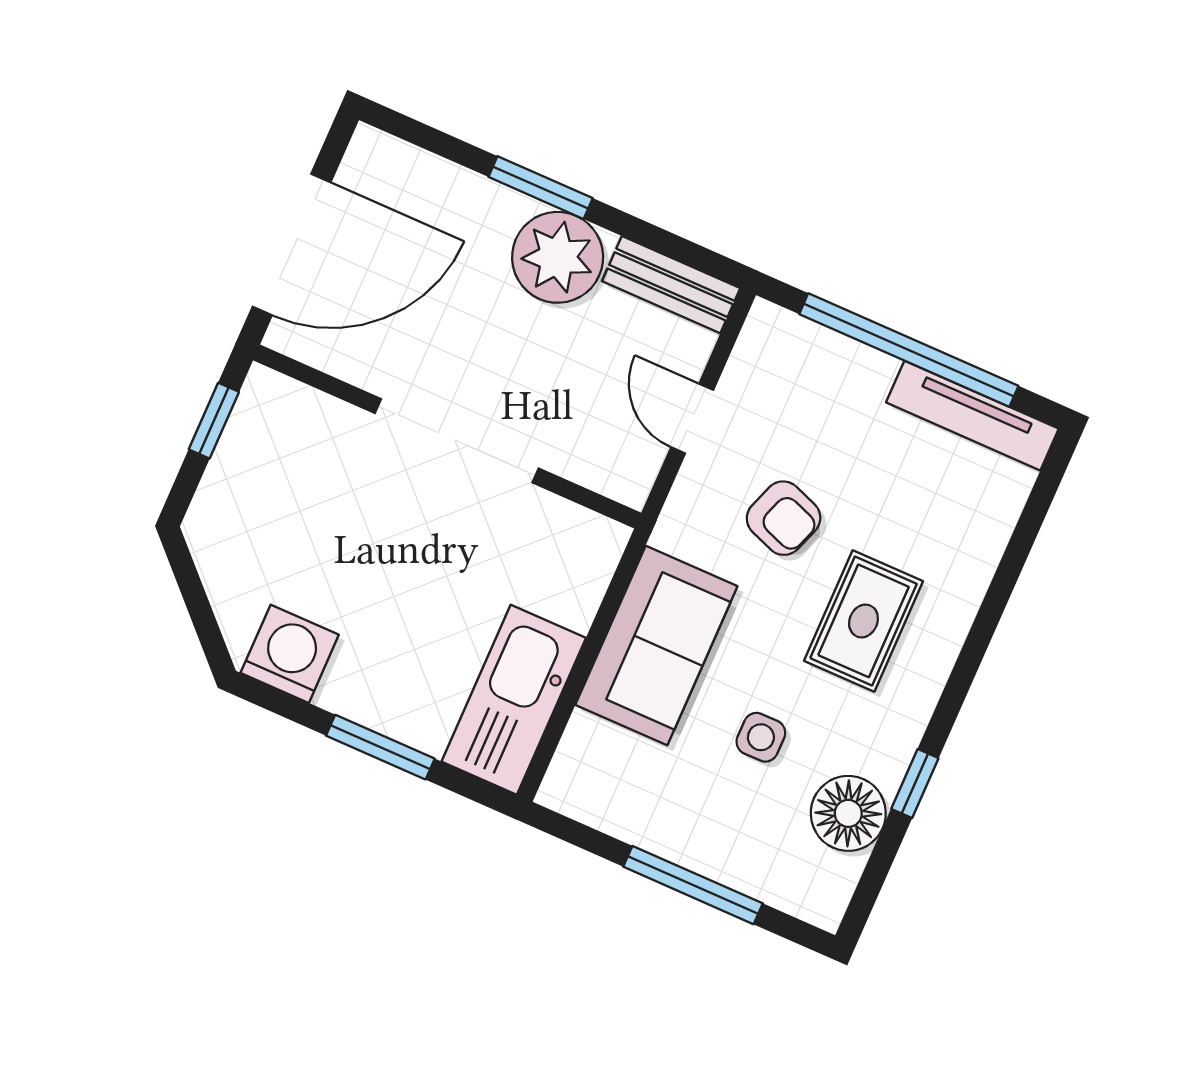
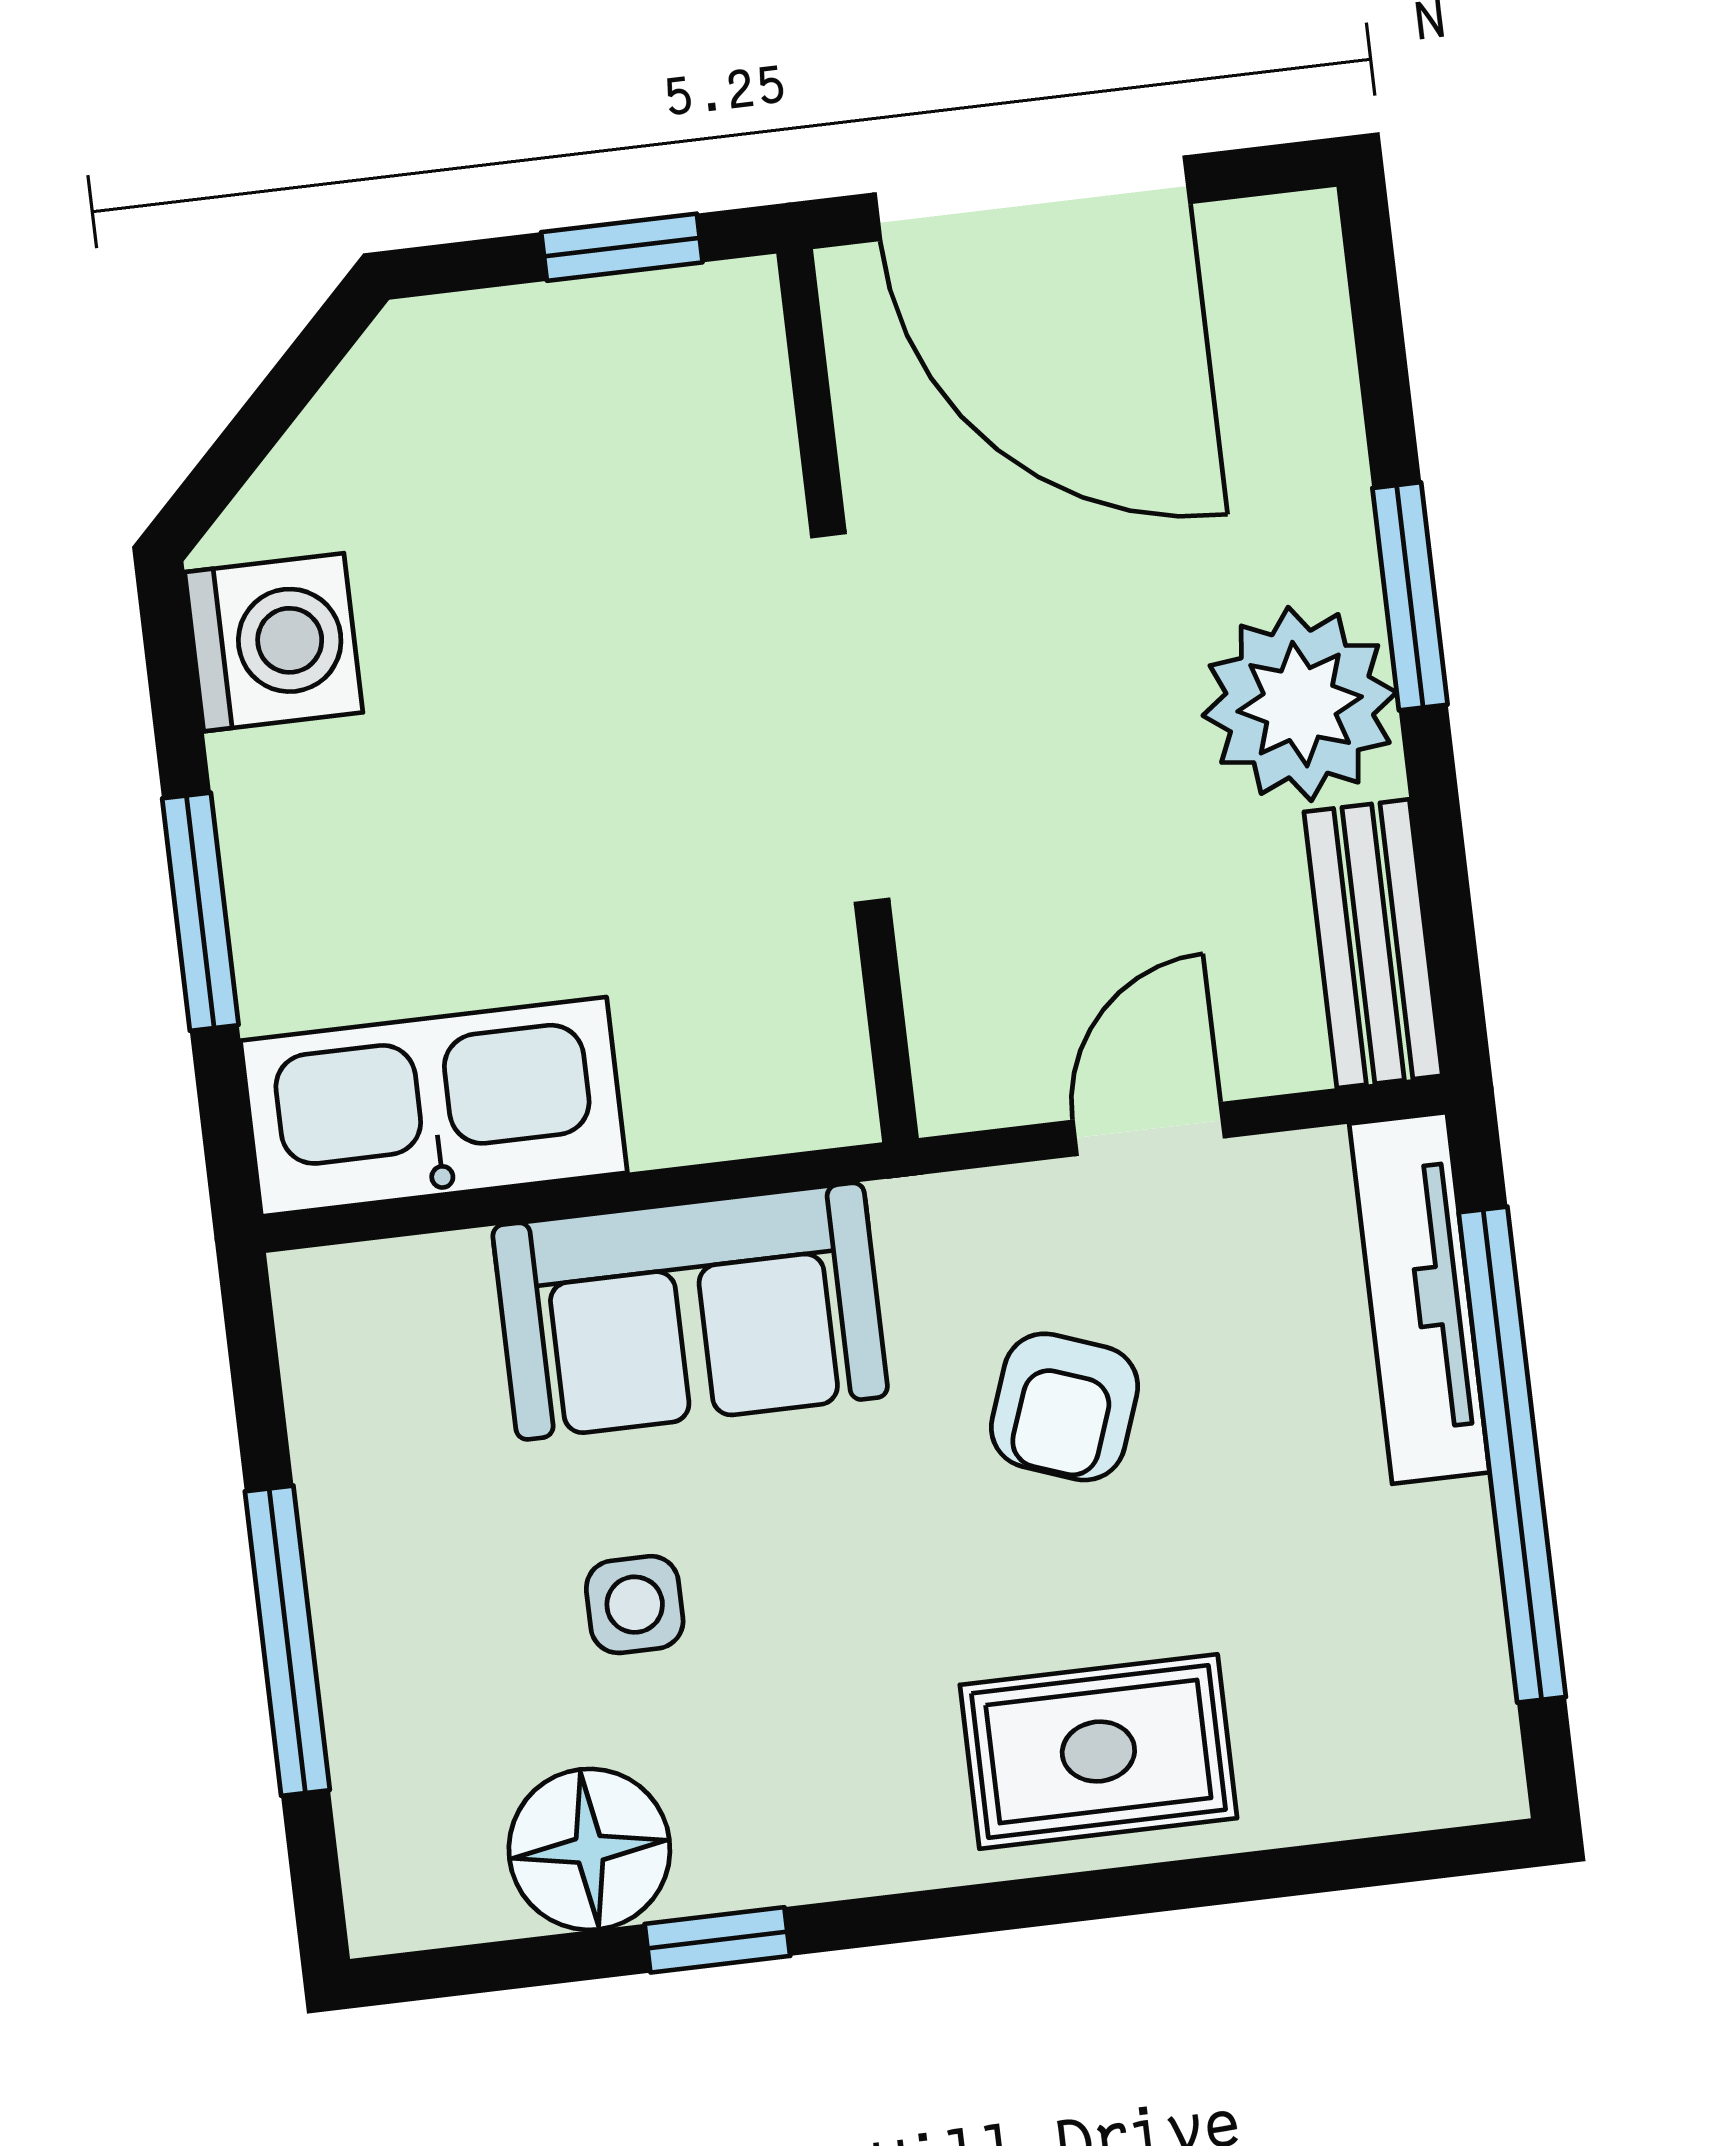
tv unit: (972, 416) -> (1419, 1298), moved
rug: (863, 621) -> (1098, 1752), moved

